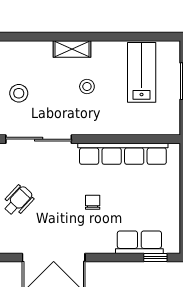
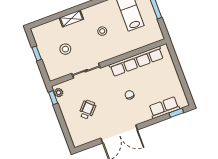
shelving: (72, 49) -> (71, 19), moved
sliding door: (39, 139) -> (86, 71), width x0.73

